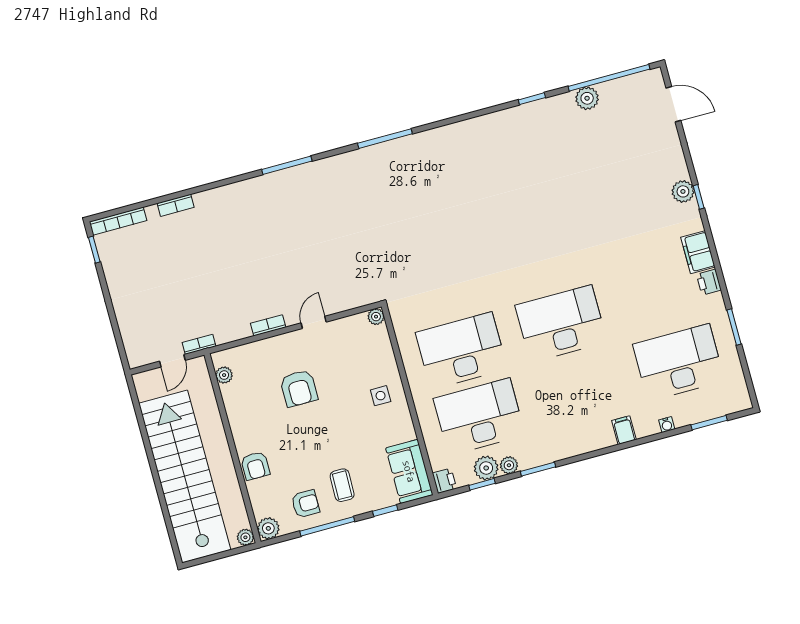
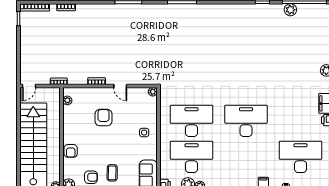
door: (314, 322) -> (120, 86), swing flipped
door: (172, 361) -> (29, 86), moved
armchair: (299, 388) -> (104, 118), turned 180

